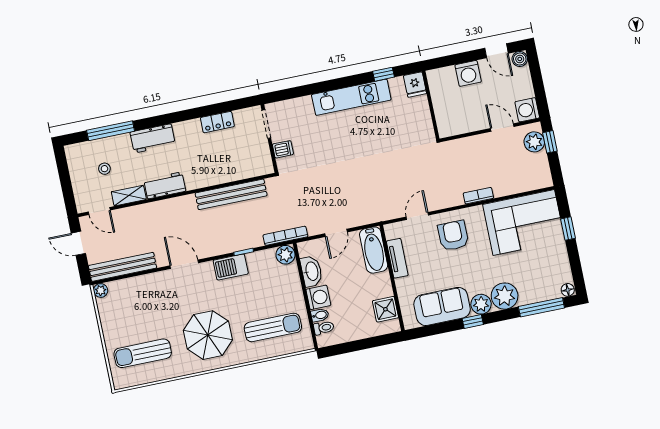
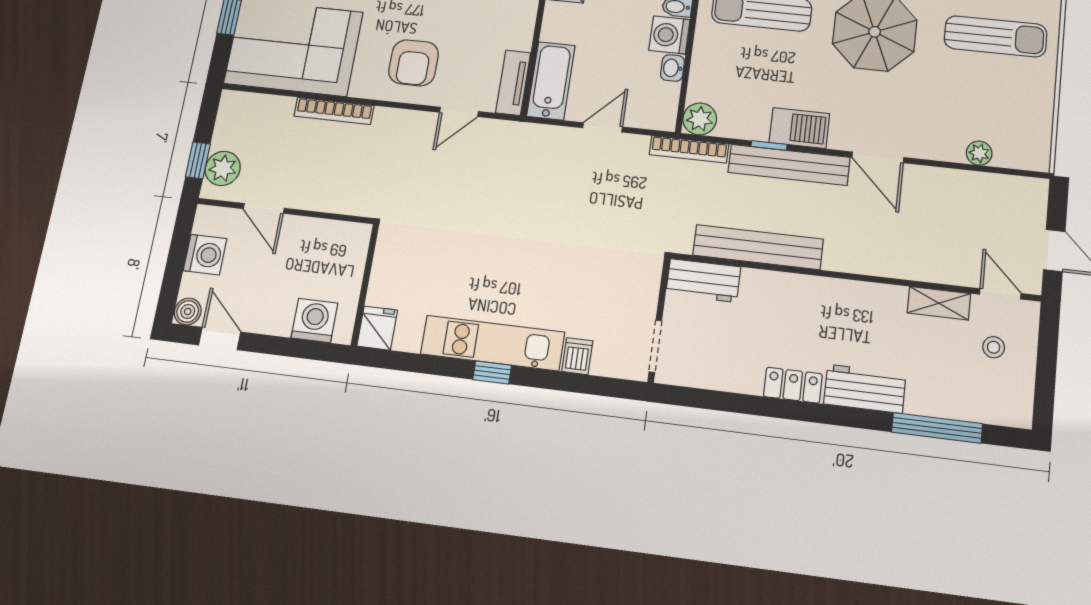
washing machine: (468, 73) -> (314, 320), moved
window: (384, 74) -> (492, 372), moved
washing machine: (527, 110) -> (205, 255), moved
locker: (217, 122) -> (793, 385), moved
dishwasher: (283, 149) -> (577, 356), moved, turned 90
stool: (104, 169) -> (994, 347), moved
workbench: (165, 185) -> (703, 281), moved
bookcase: (478, 196) -> (334, 111), width x1.56
tv unit: (397, 258) -> (513, 83), moved
bench: (123, 267) -> (789, 165), moved
washbasin: (311, 271) -> (672, 68), width x0.52, depth x0.69
plant: (101, 290) -> (979, 153), moved

